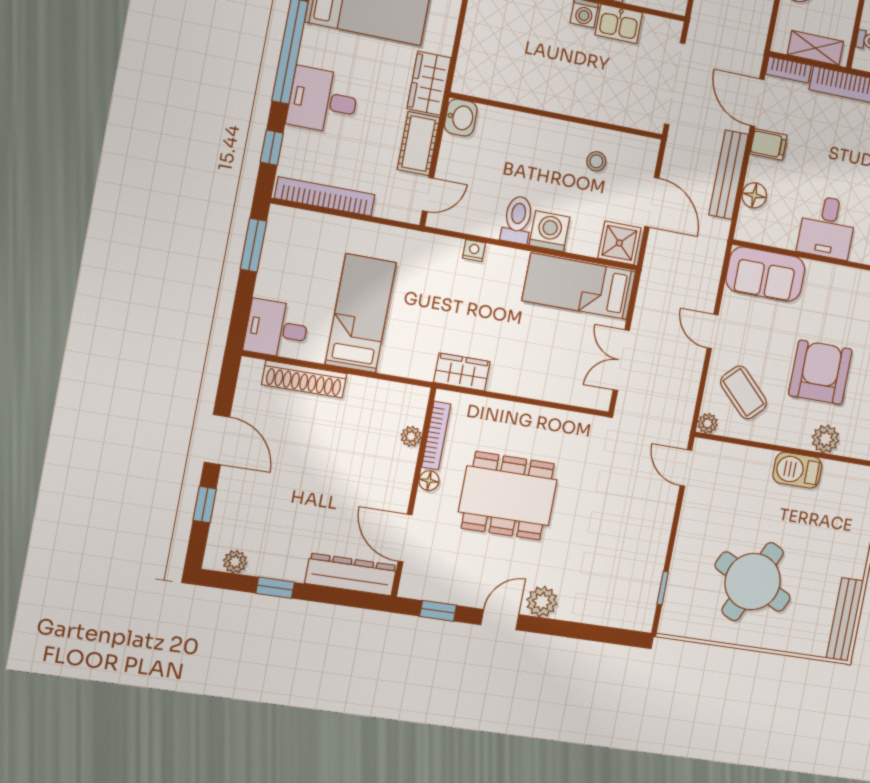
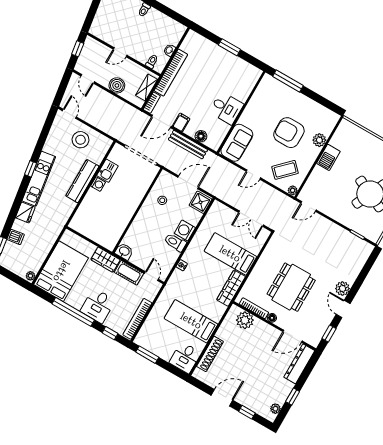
bed: (579, 286) -> (230, 254), moved, turned 90
wardrobe: (462, 372) -> (231, 288), width x1.50
plant: (411, 436) -> (245, 320), width x1.87, depth x1.87

